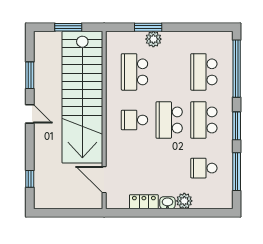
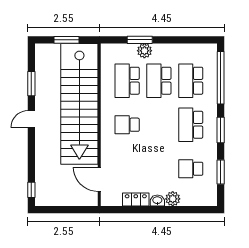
door: (30, 114) -> (31, 119), swing flipped
school desk: (169, 120) -> (159, 81), moved
window: (237, 172) -> (221, 172), width x0.69
window: (30, 179) -> (31, 190), moved

